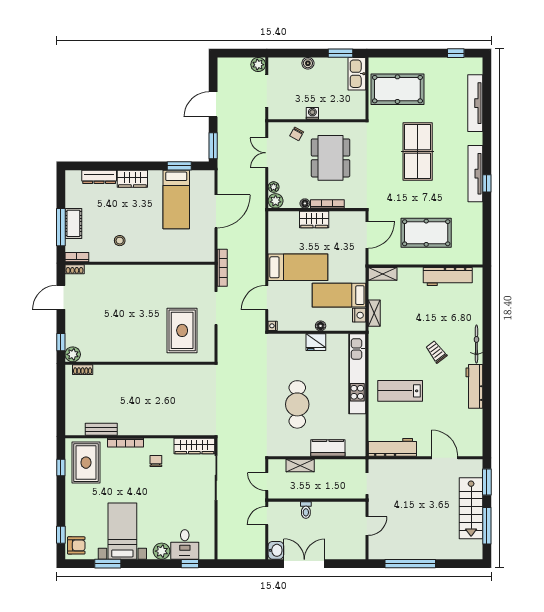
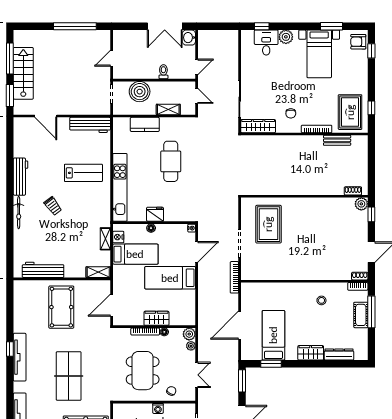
pool table: (426, 233) -> (61, 307), turned 90
boiler: (334, 487) -> (140, 92), added

